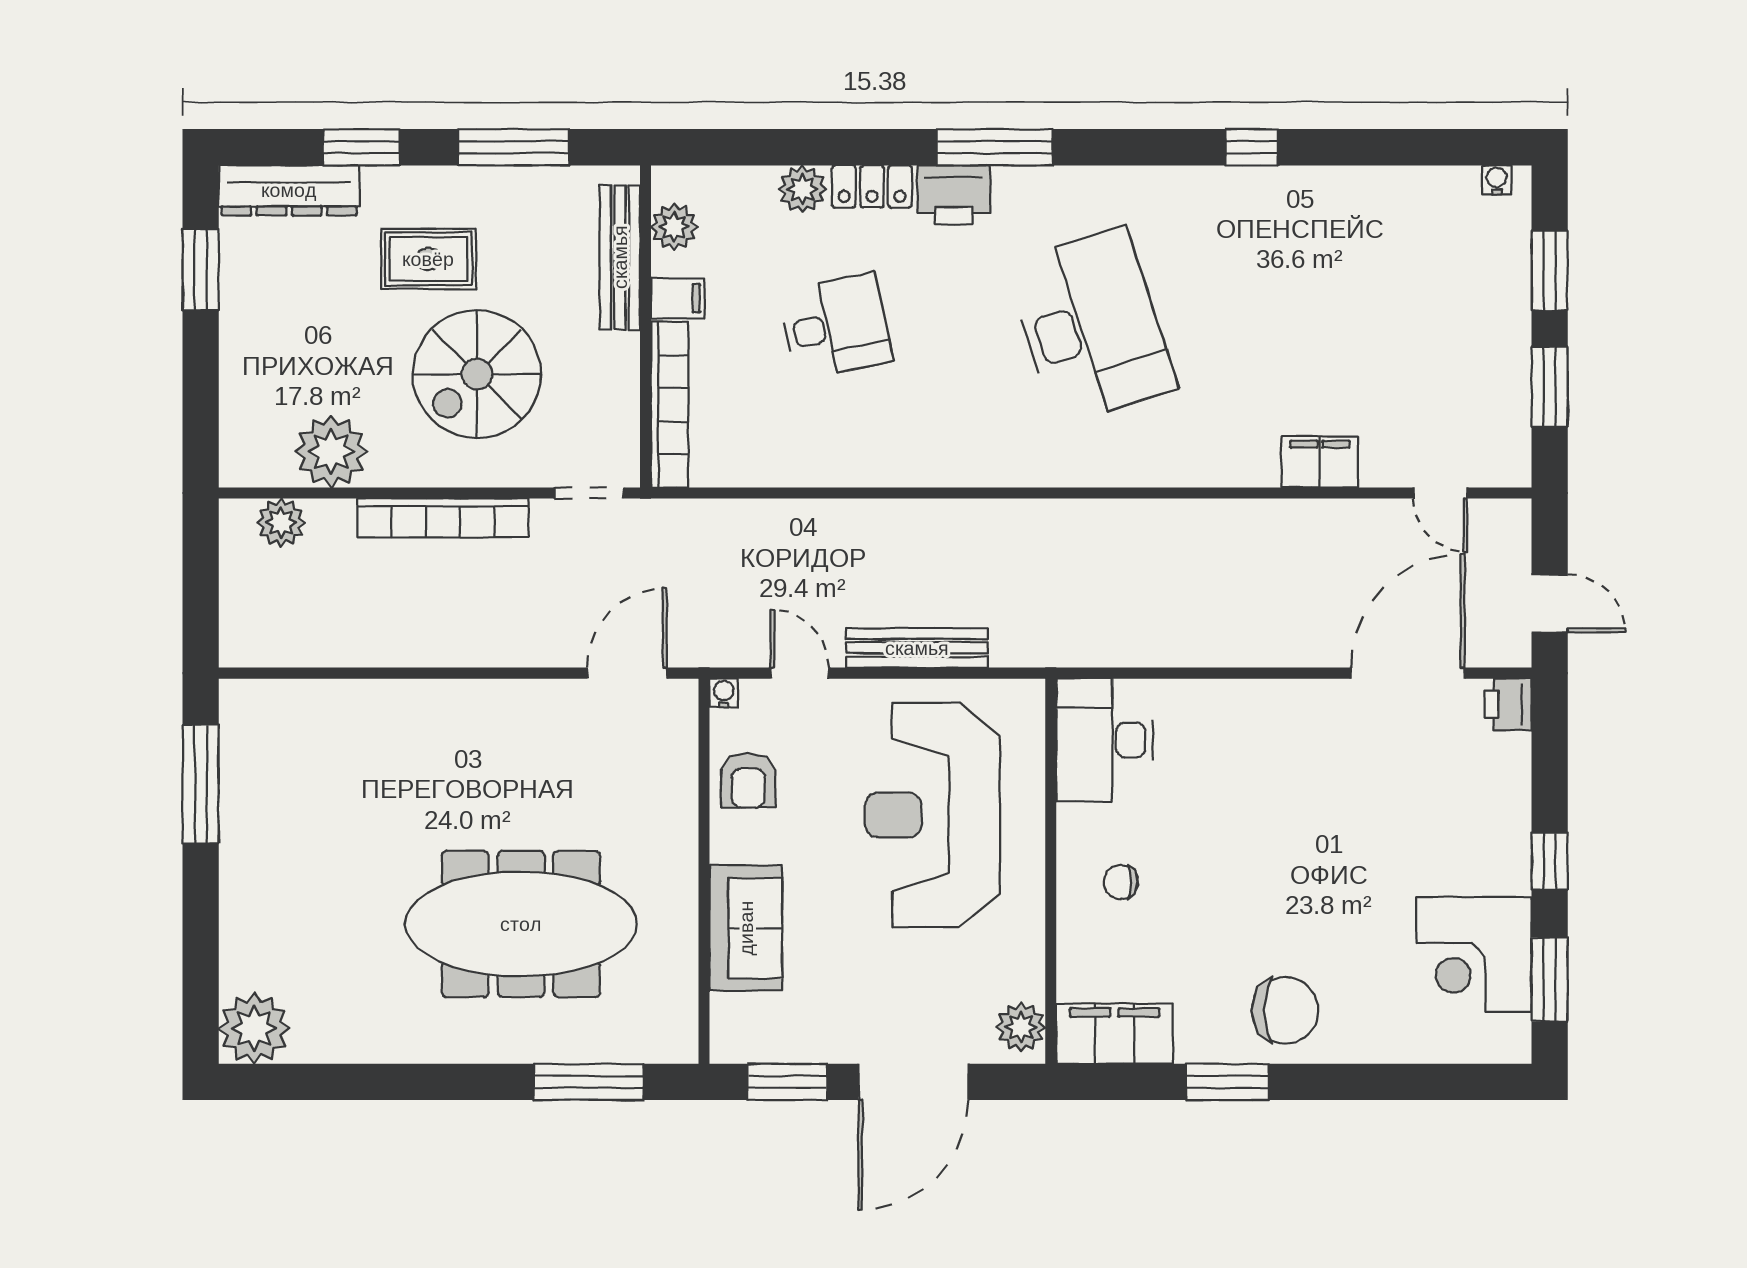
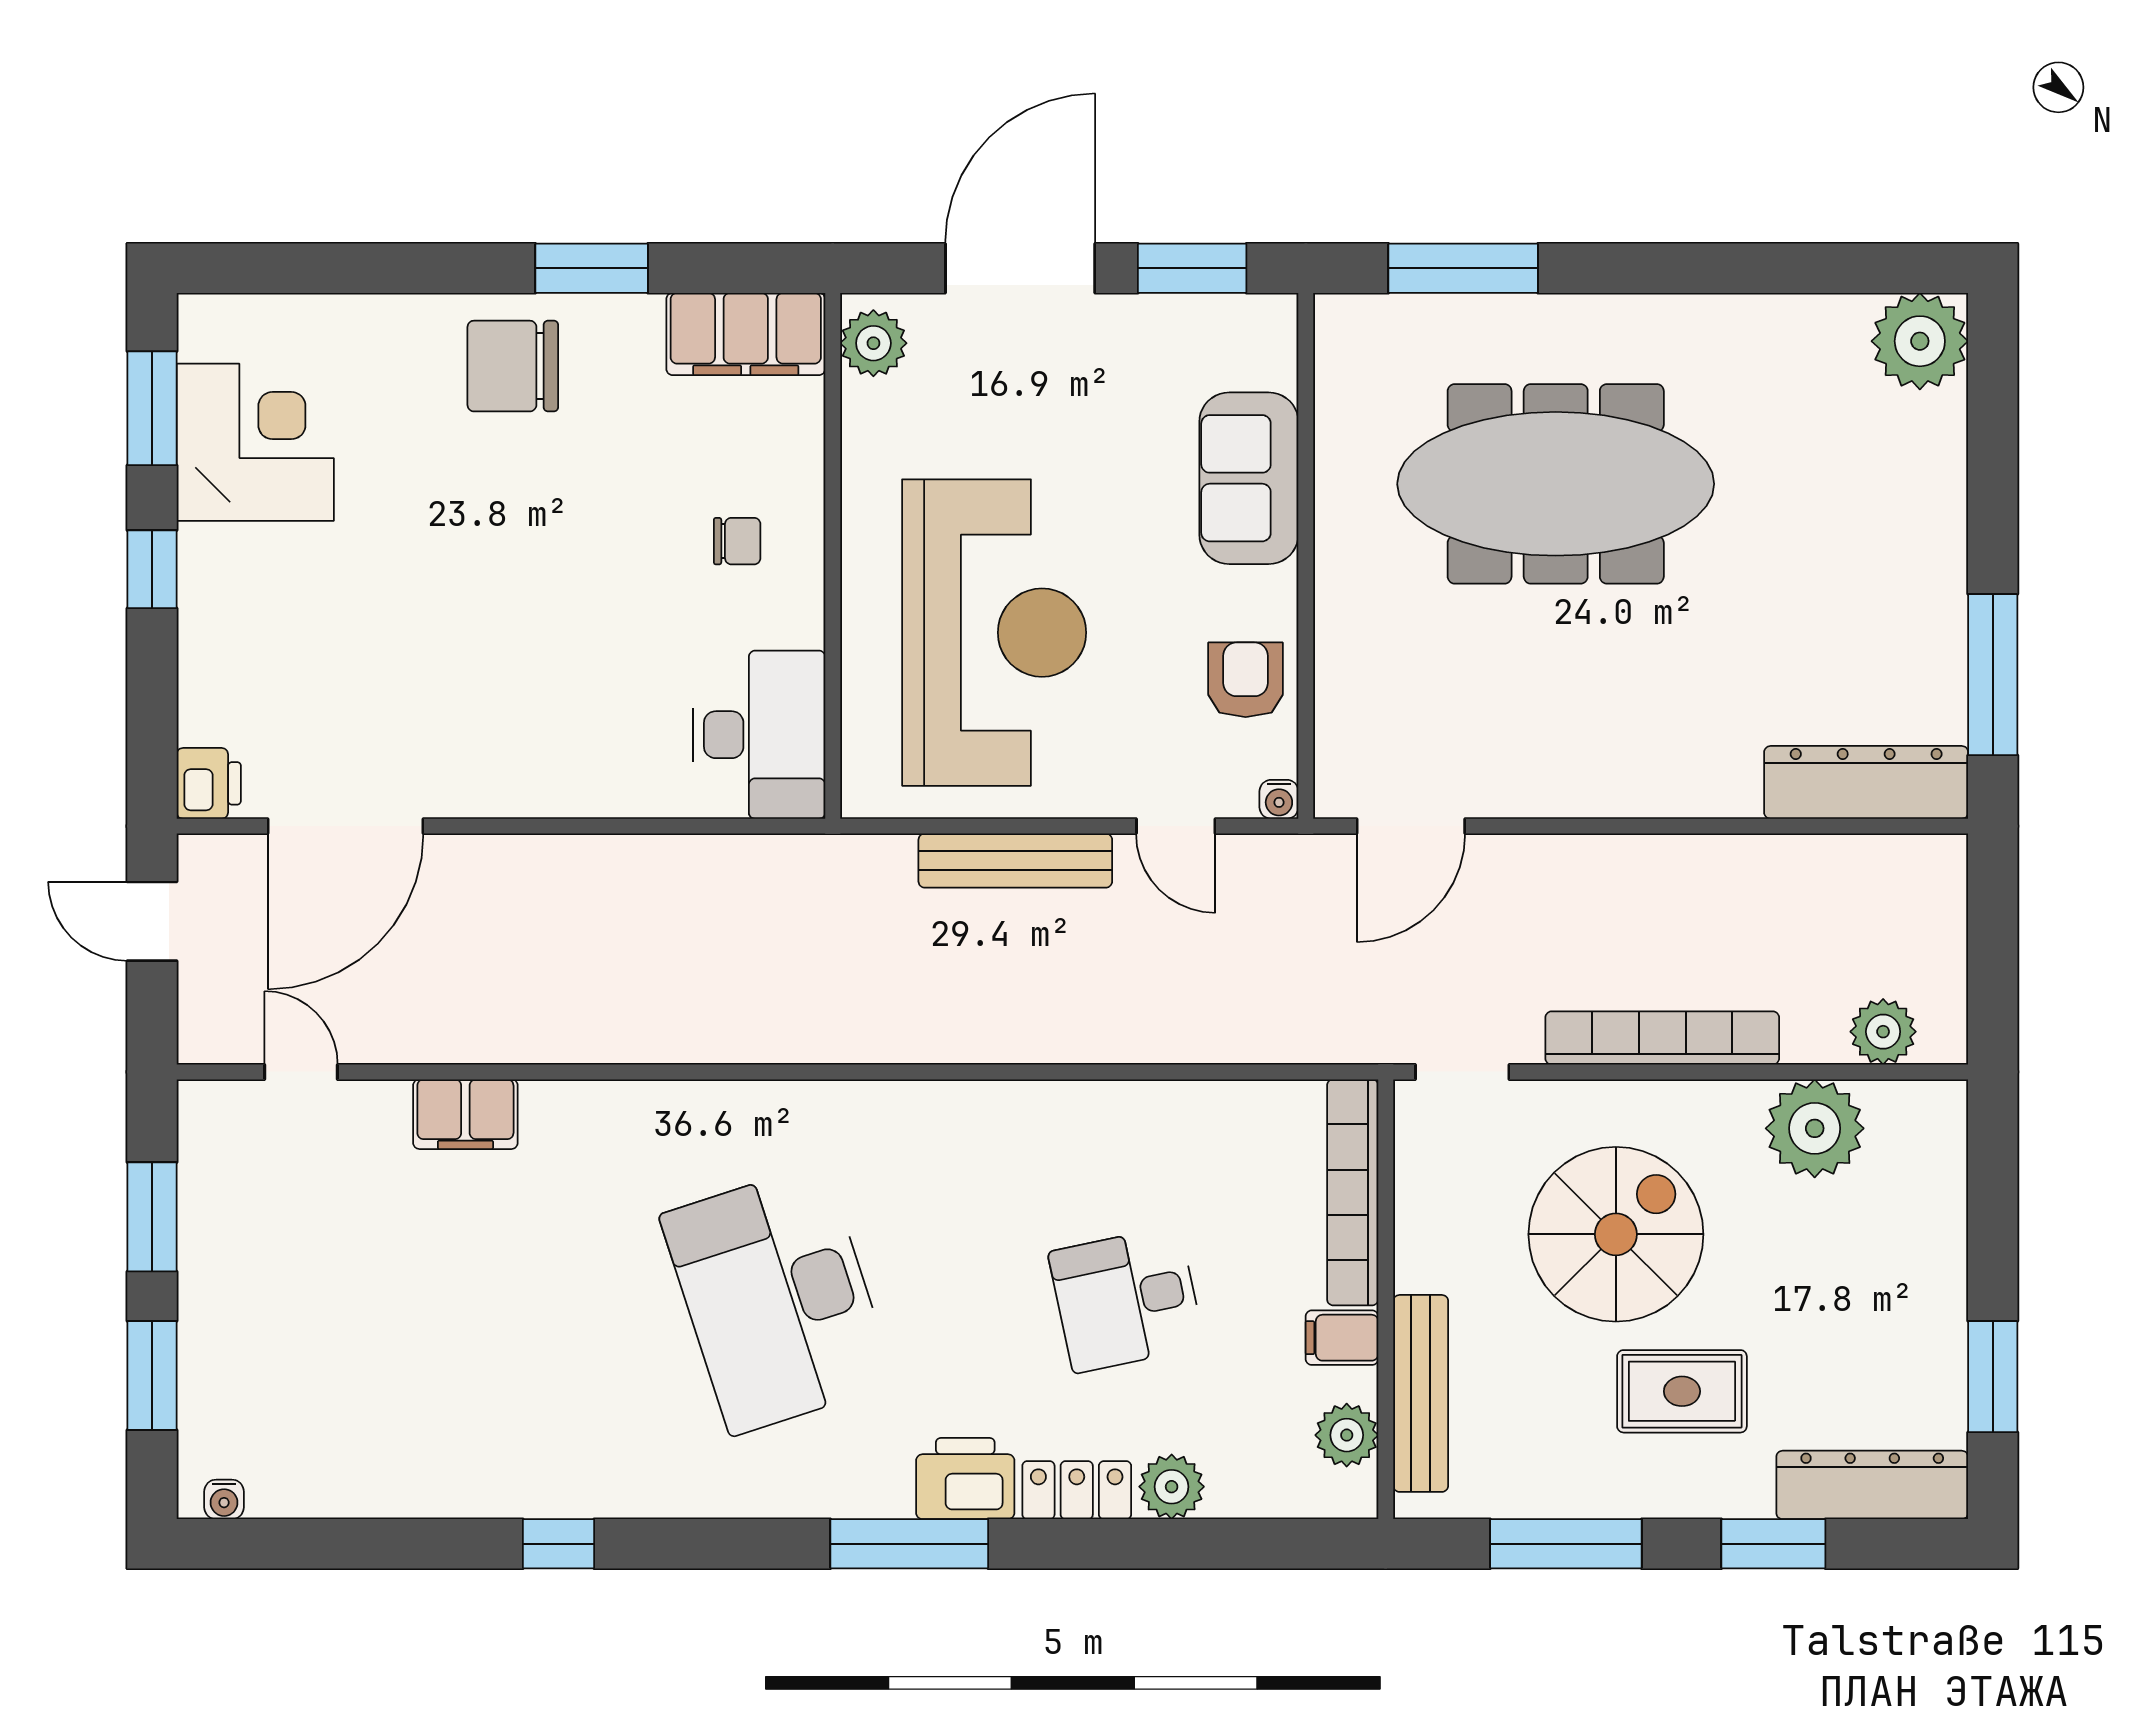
dresser: (293, 705) -> (1866, 782), added

